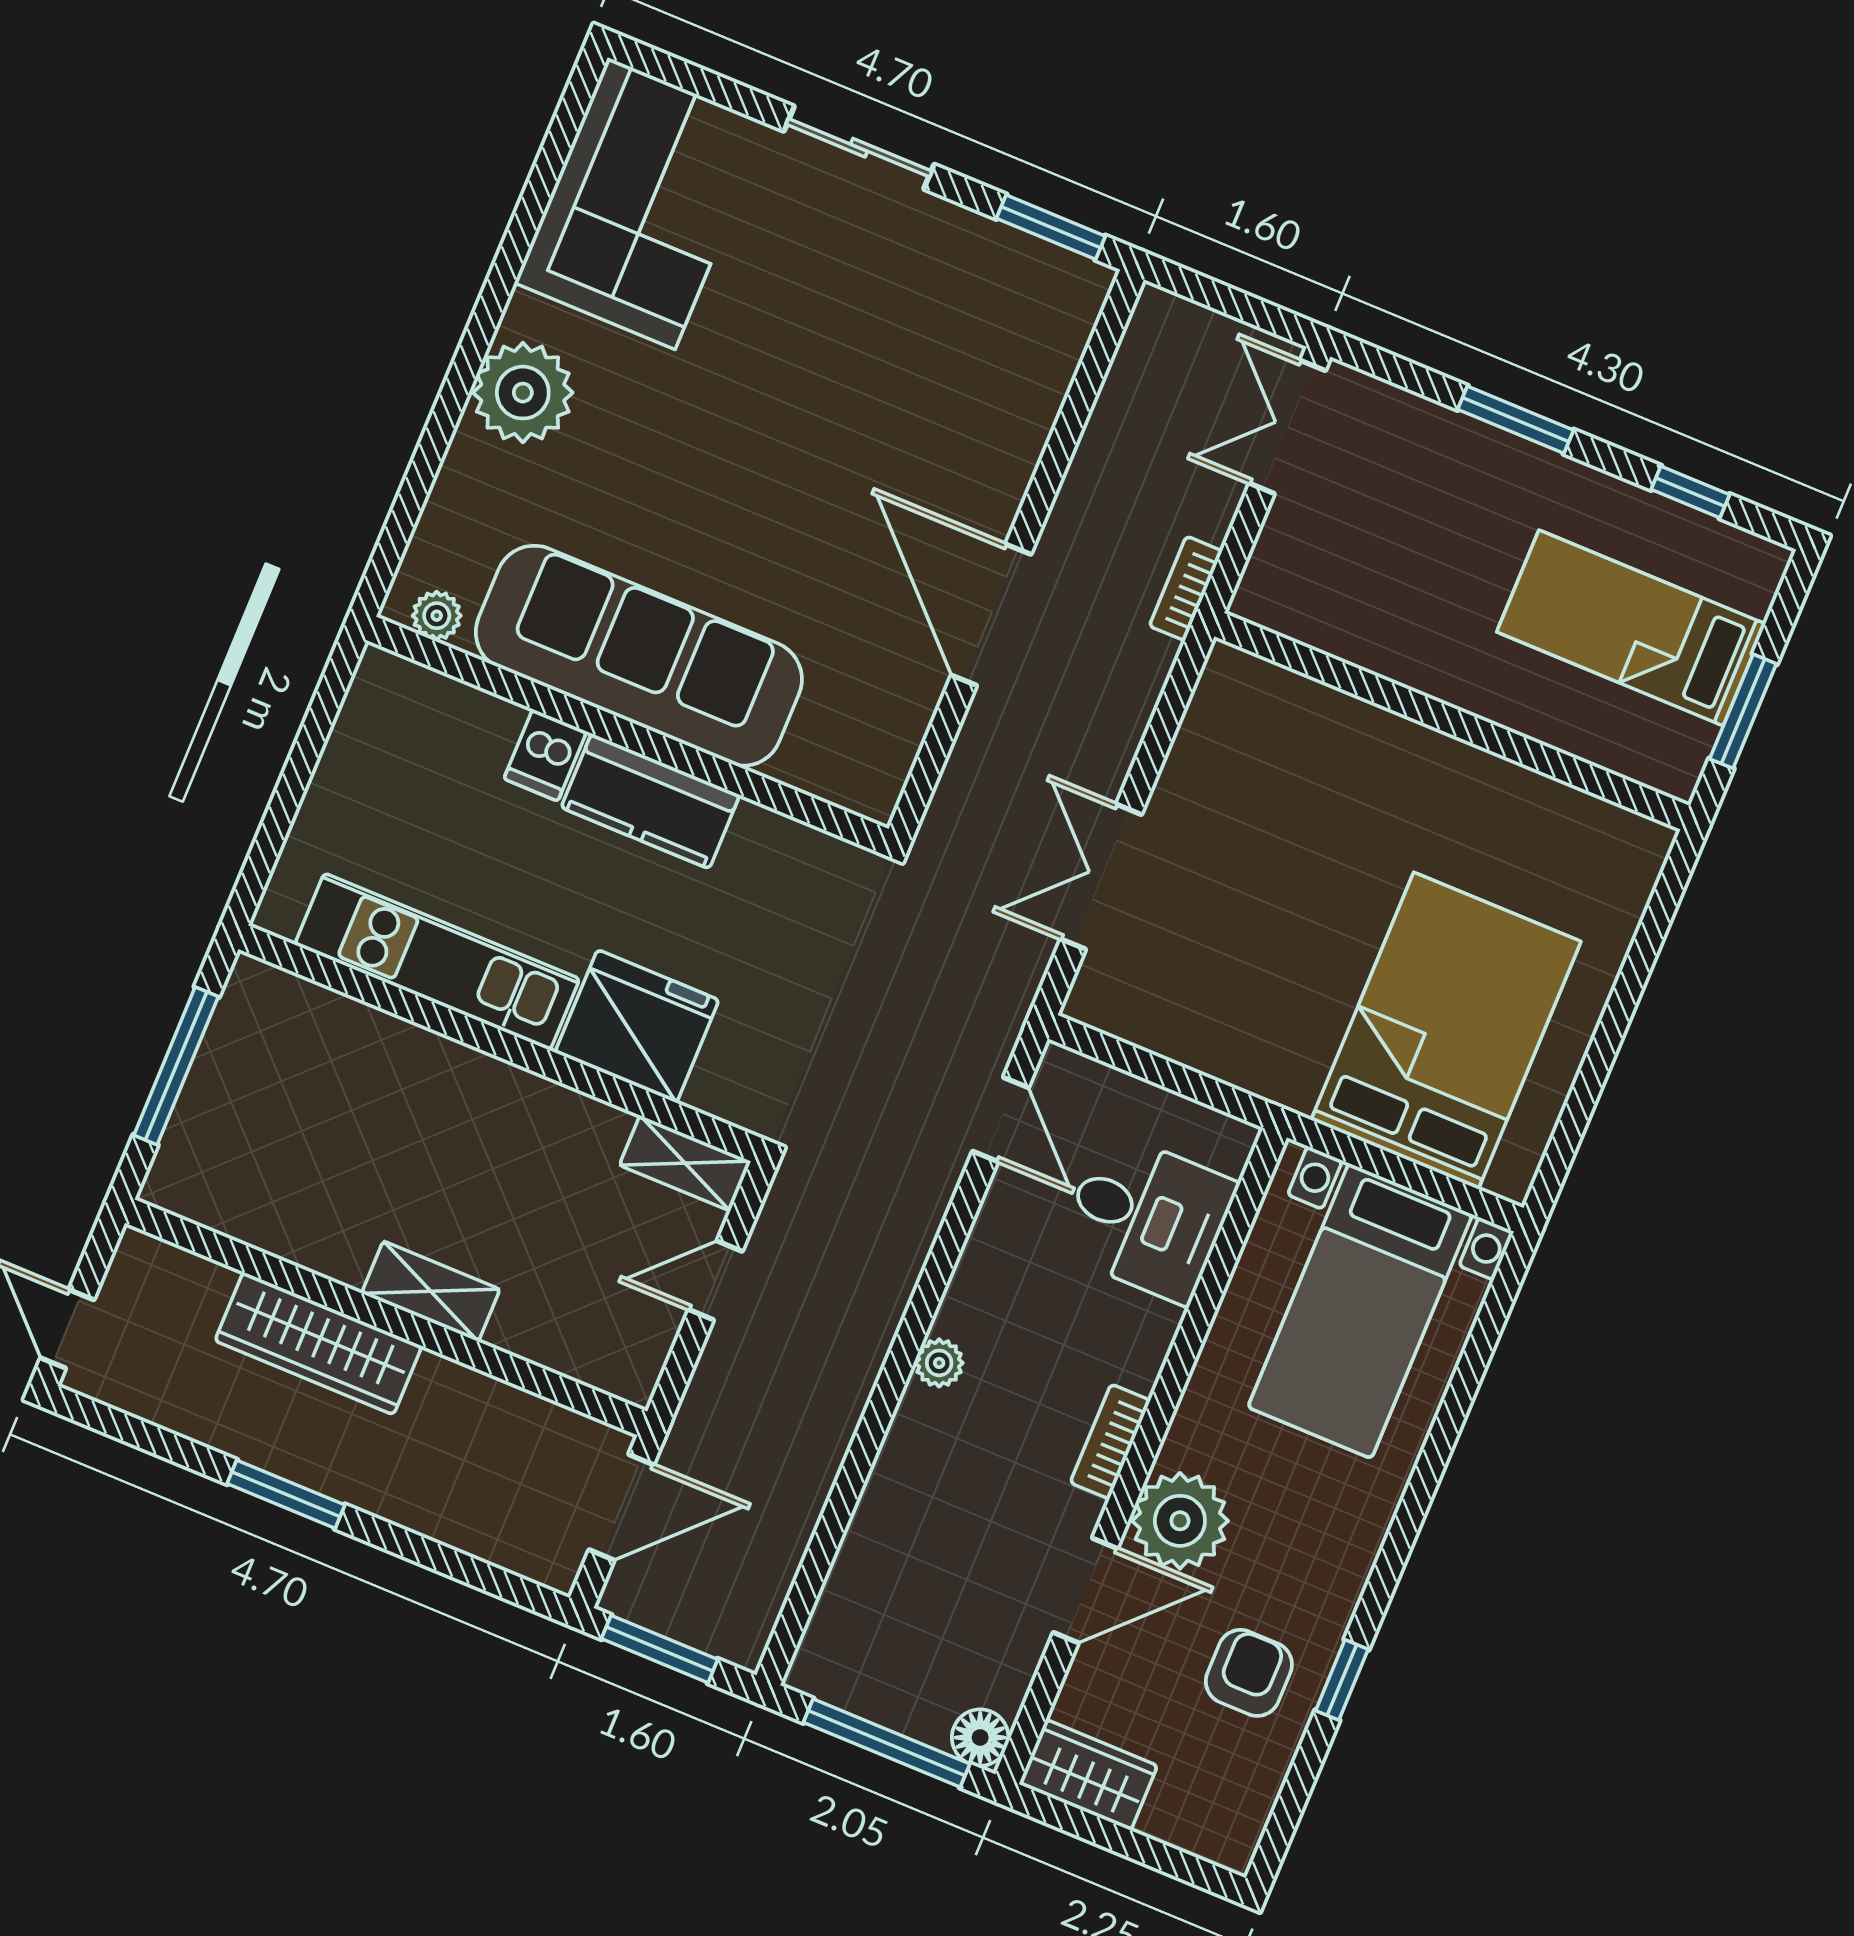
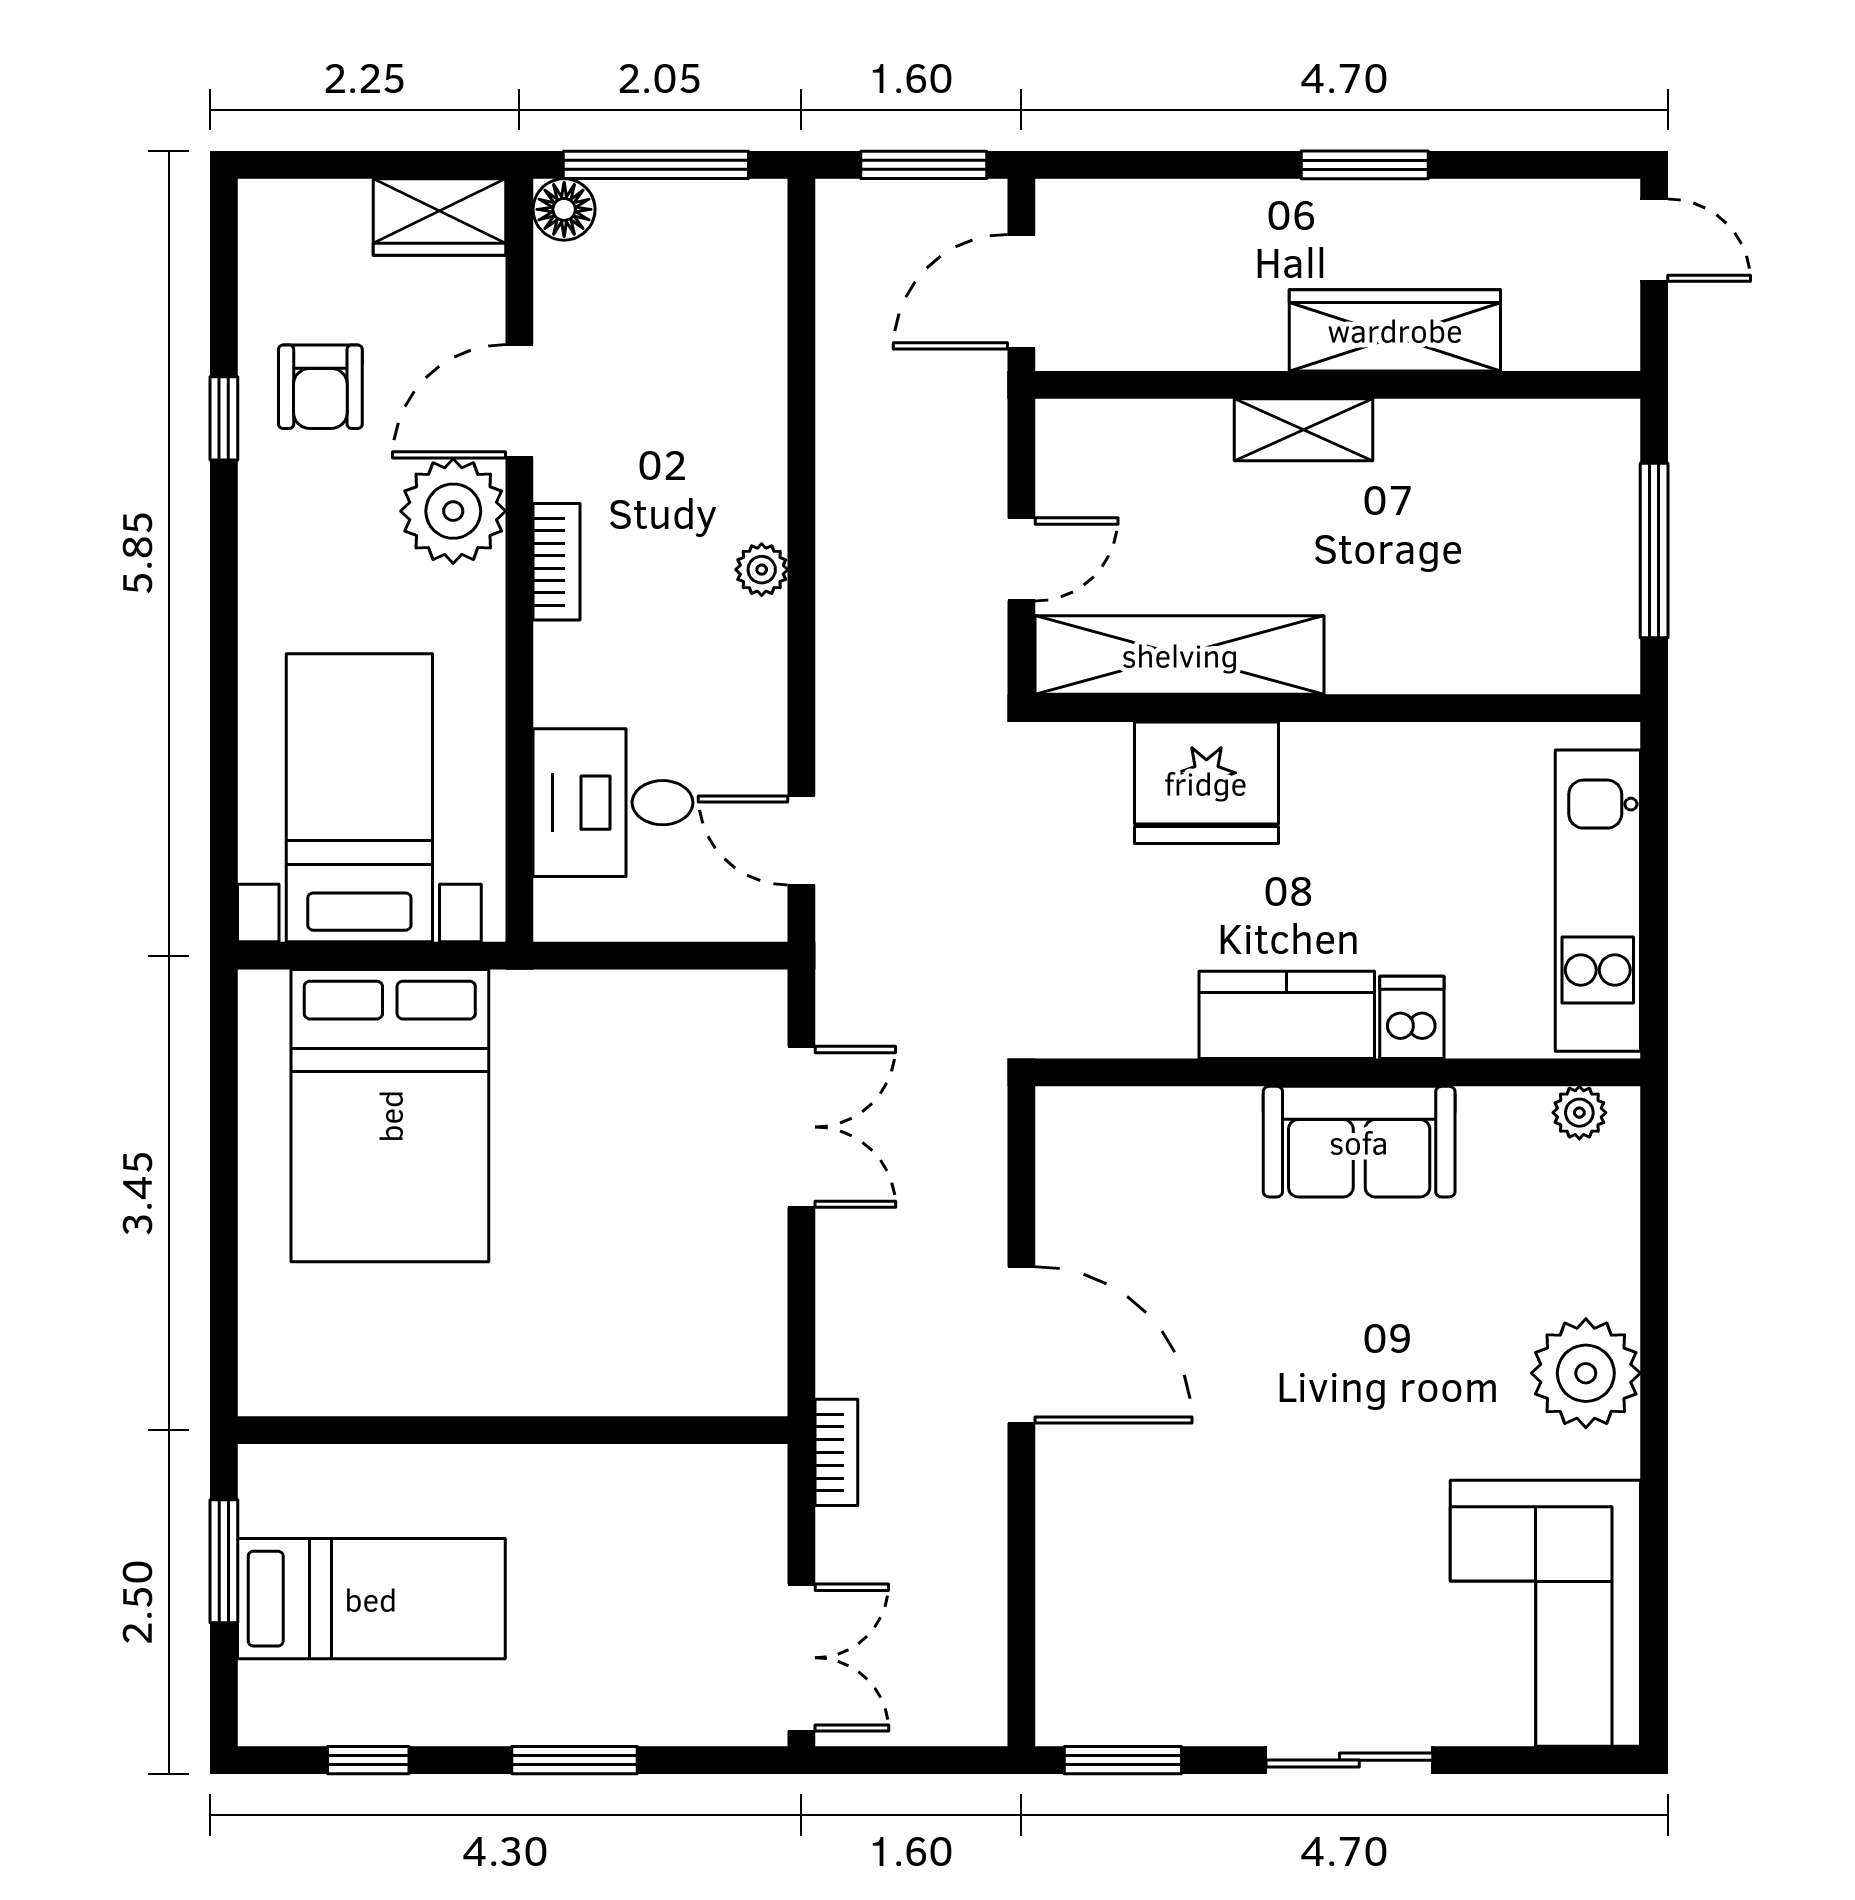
sofa: (639, 656) -> (1359, 1142), width x0.54, depth x0.79
kitchen unit: (437, 962) -> (1598, 901), moved, turned 90
shelving: (685, 1163) -> (1180, 655), width x2.20, depth x1.33

